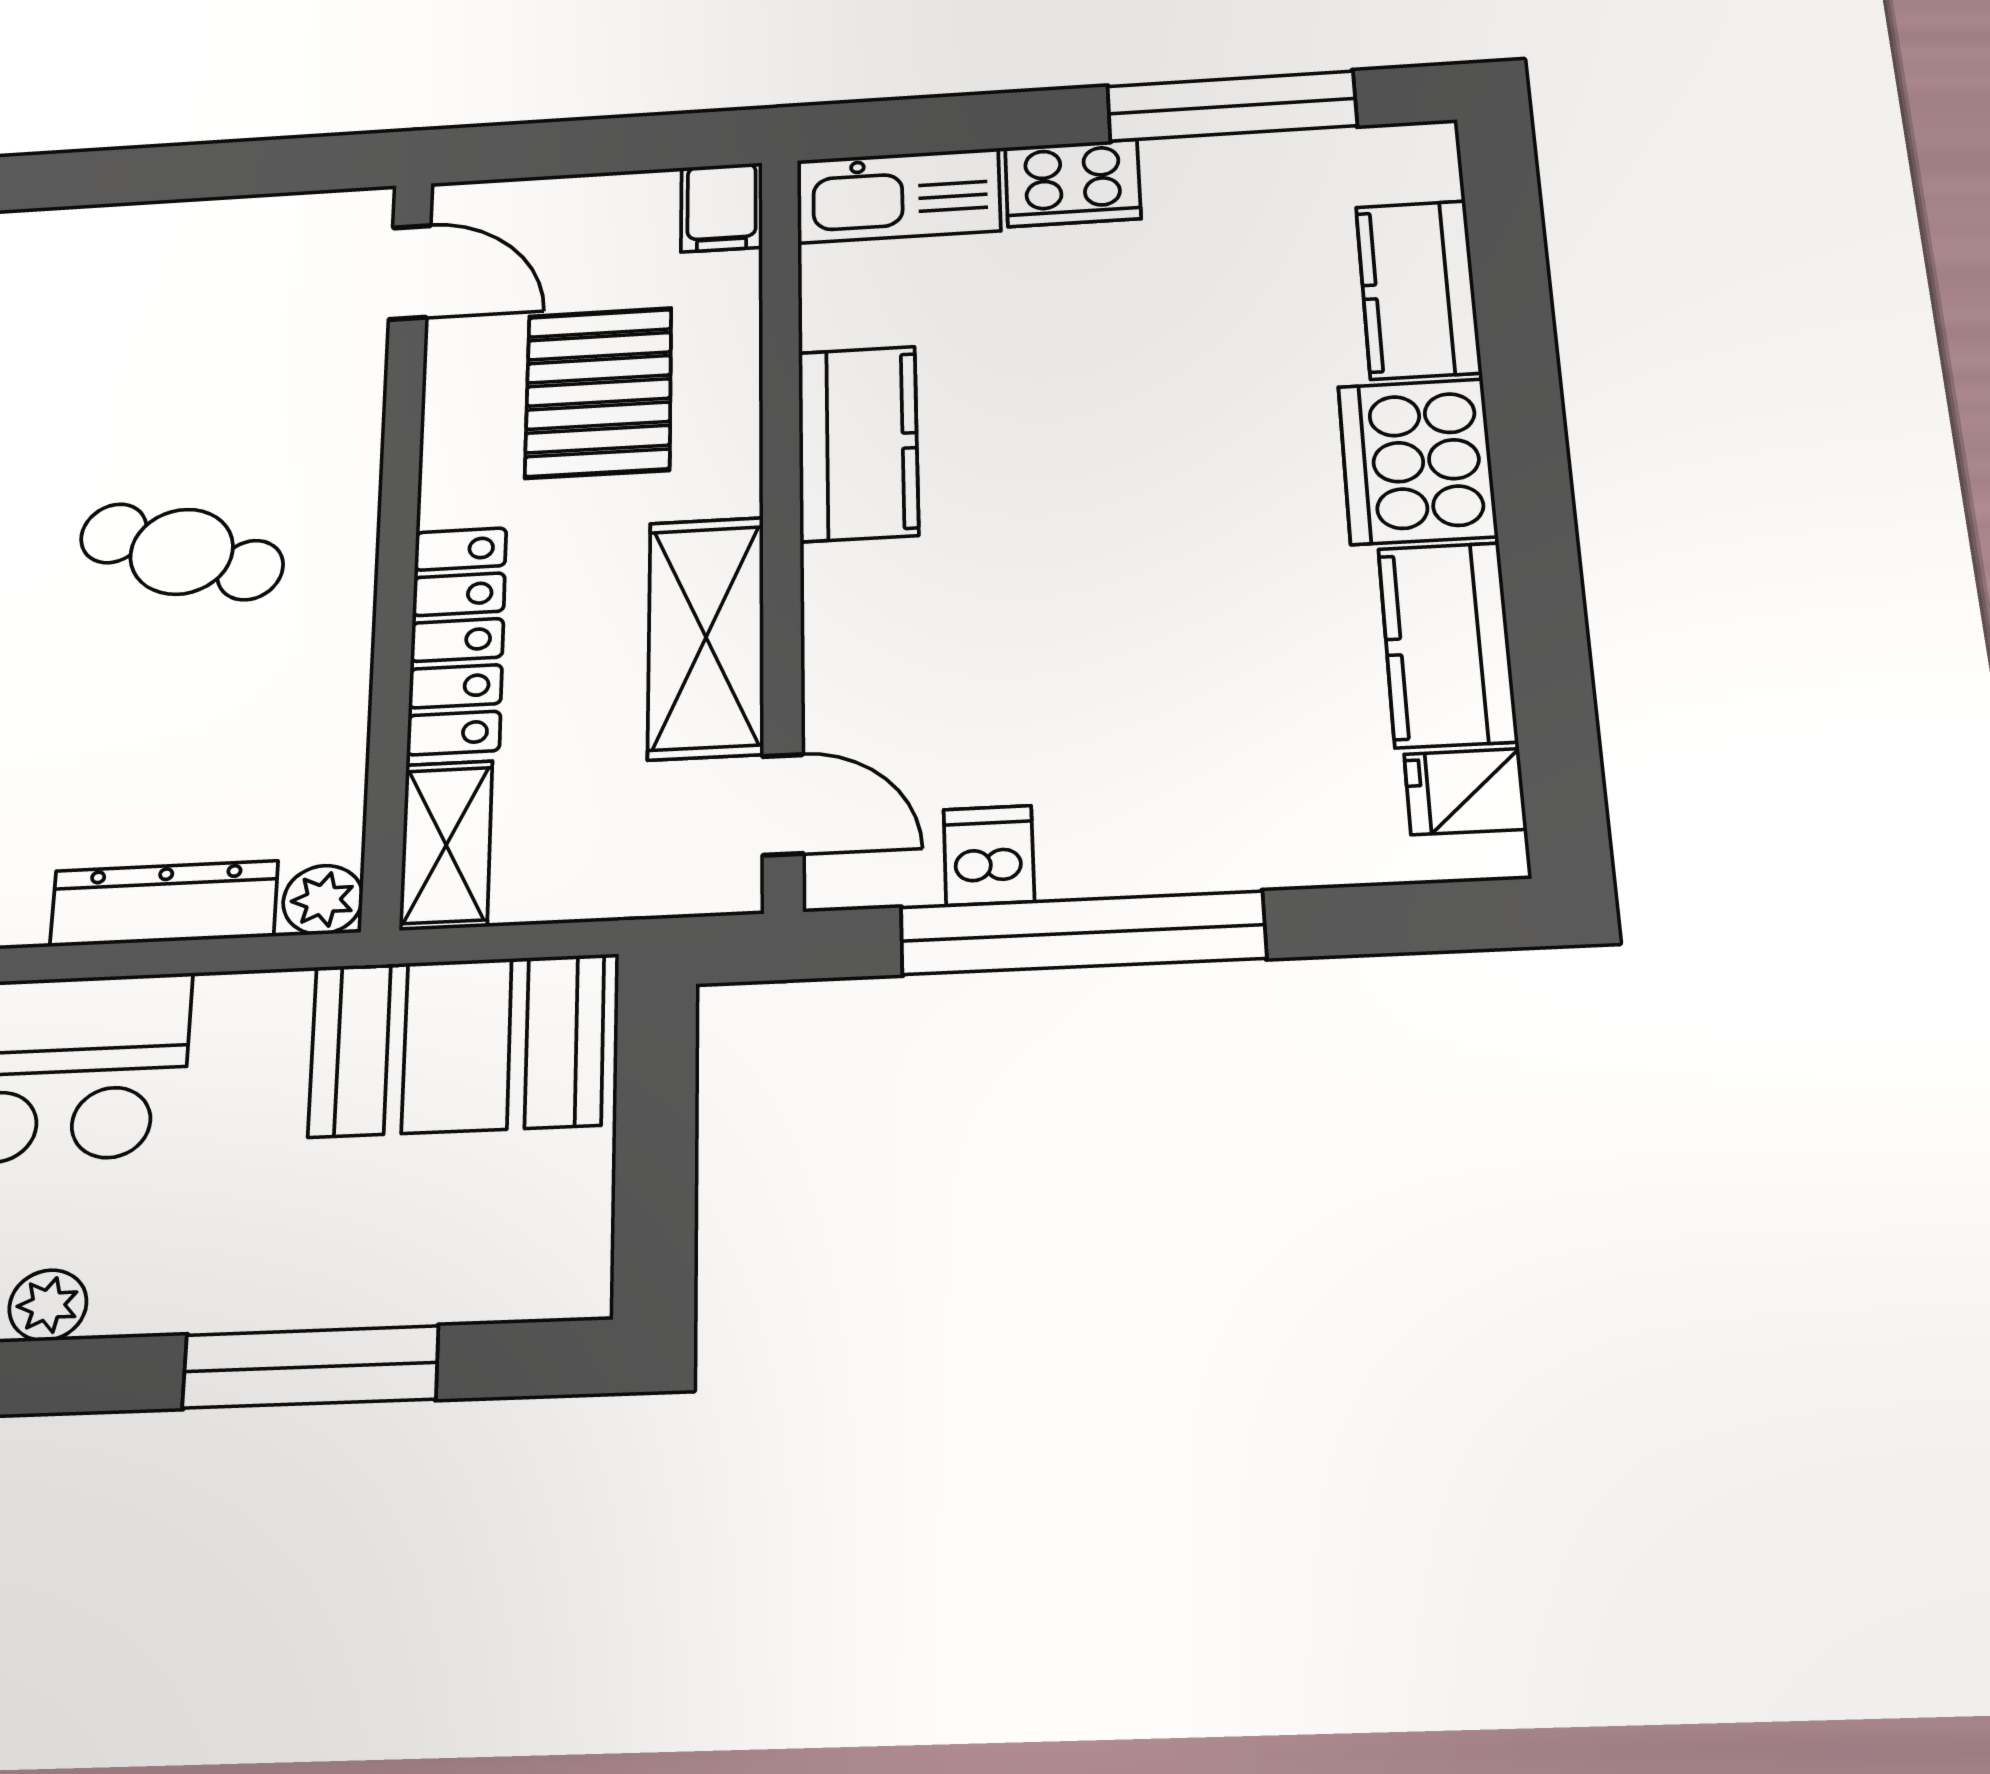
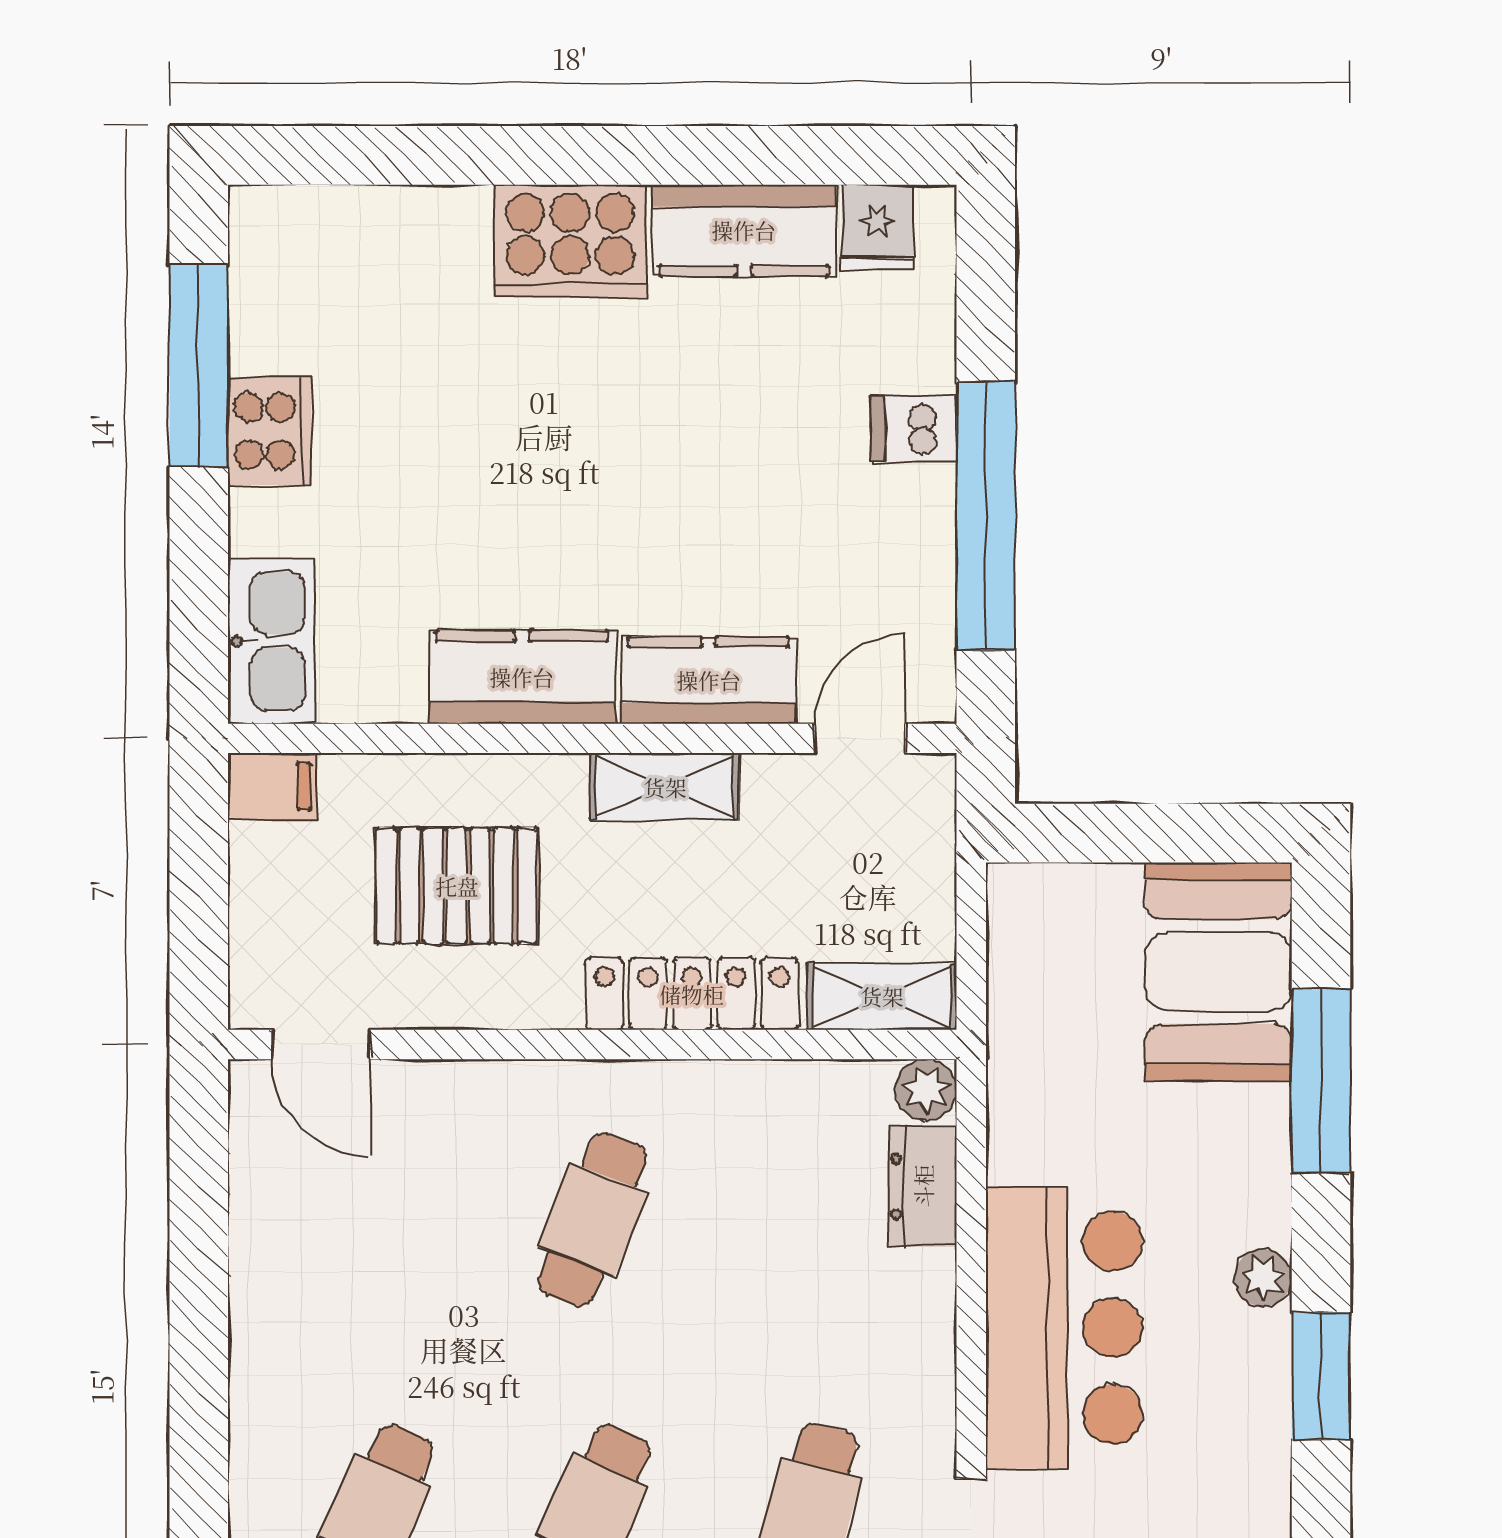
cooker: (1073, 183) -> (270, 431), moved
door: (410, 272) -> (321, 1044), swing flipped
kitchen counter: (1418, 289) -> (709, 680), moved, turned 180
shelving: (706, 637) -> (665, 787), width x0.67, depth x0.75
dishwasher: (989, 855) -> (914, 429), moved
dresser: (164, 904) -> (923, 1186), width x0.70
booth: (457, 1045) -> (1219, 971), moved

